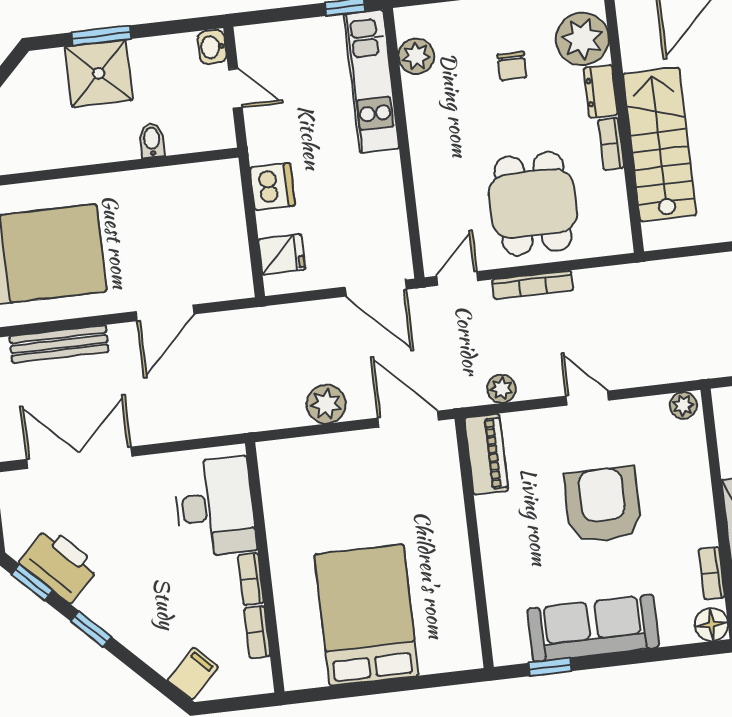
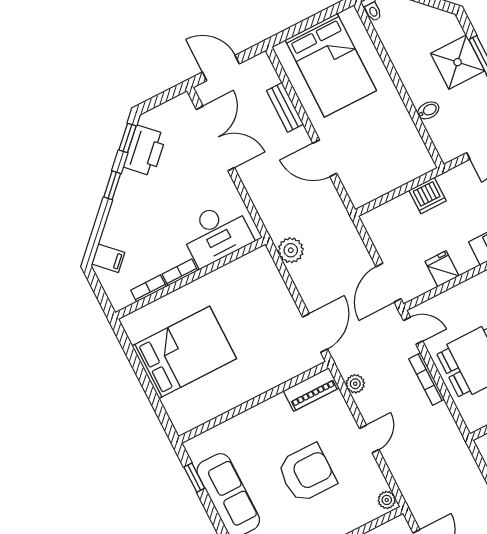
fridge: (282, 254) -> (442, 269), moved, turned 180
bench: (59, 344) -> (285, 107), width x0.73
plant: (326, 404) -> (291, 250), moved

